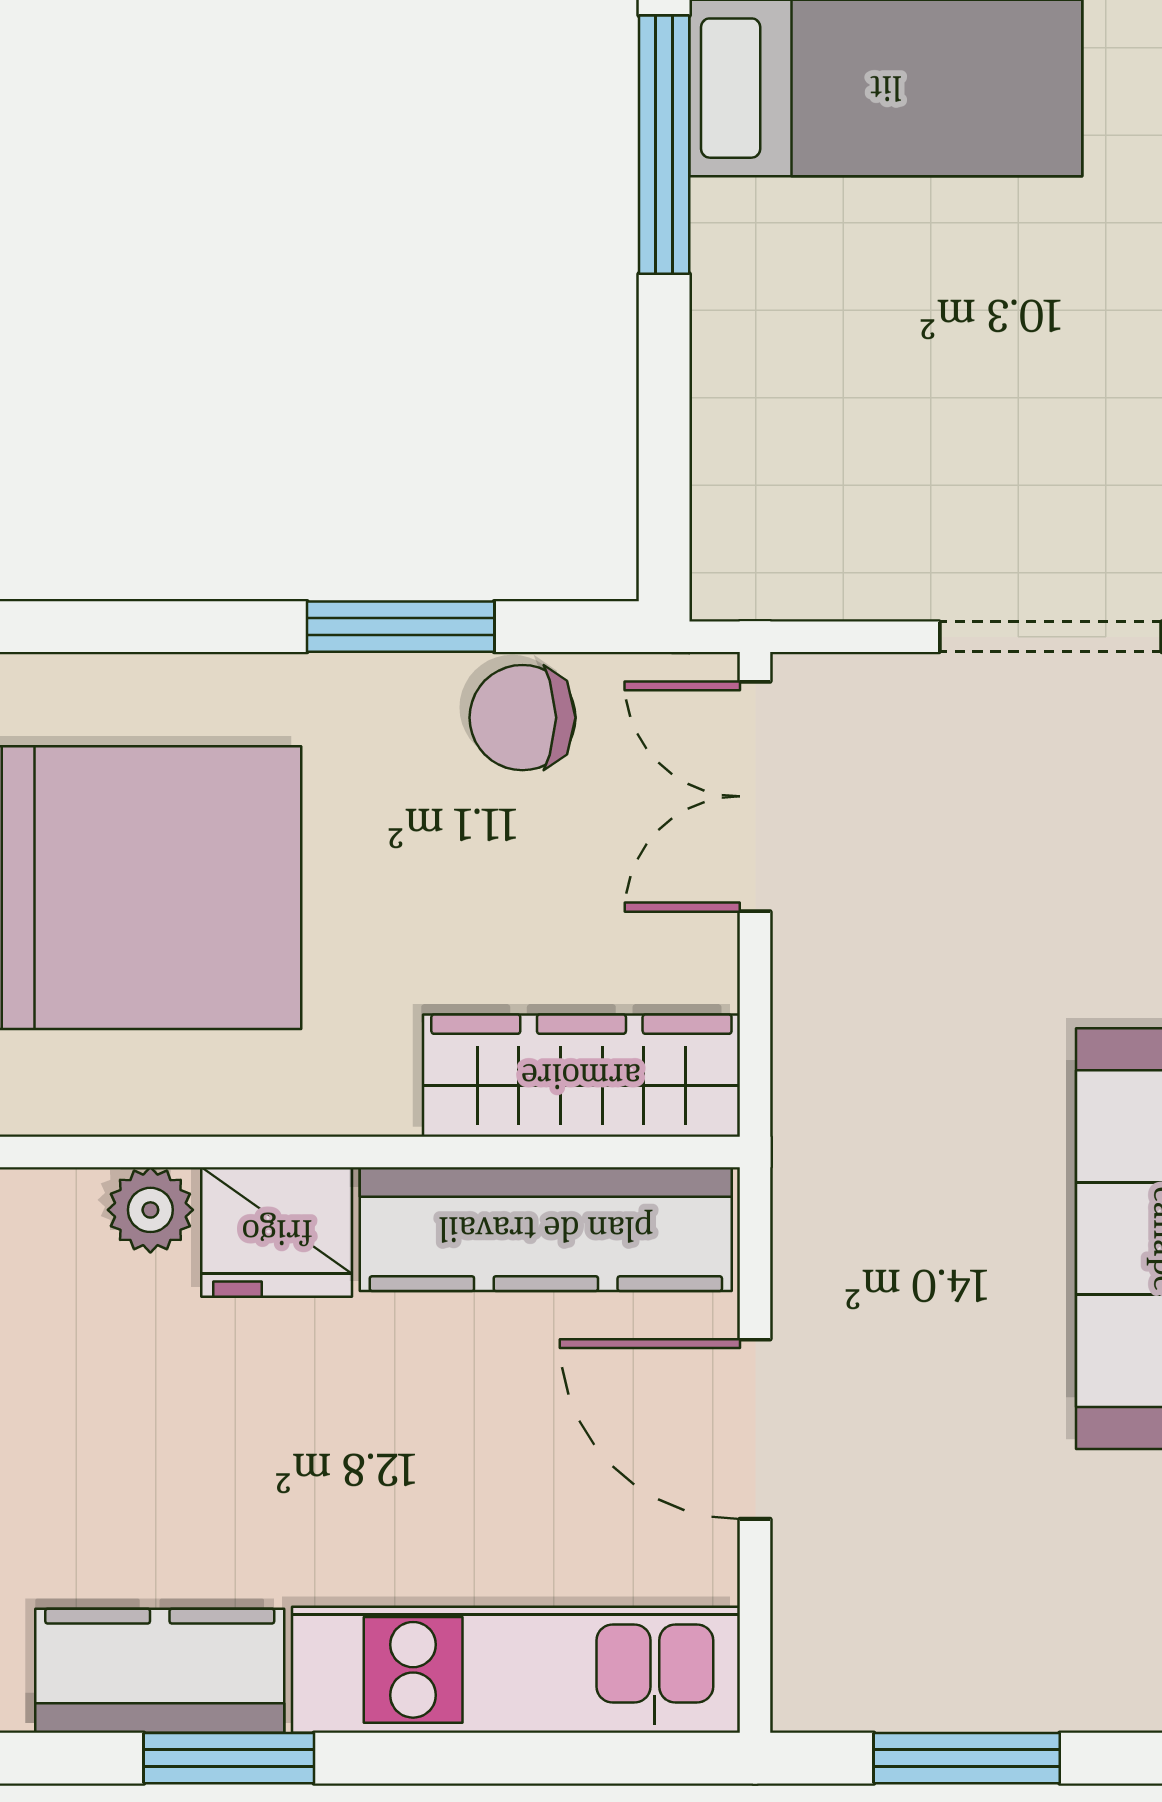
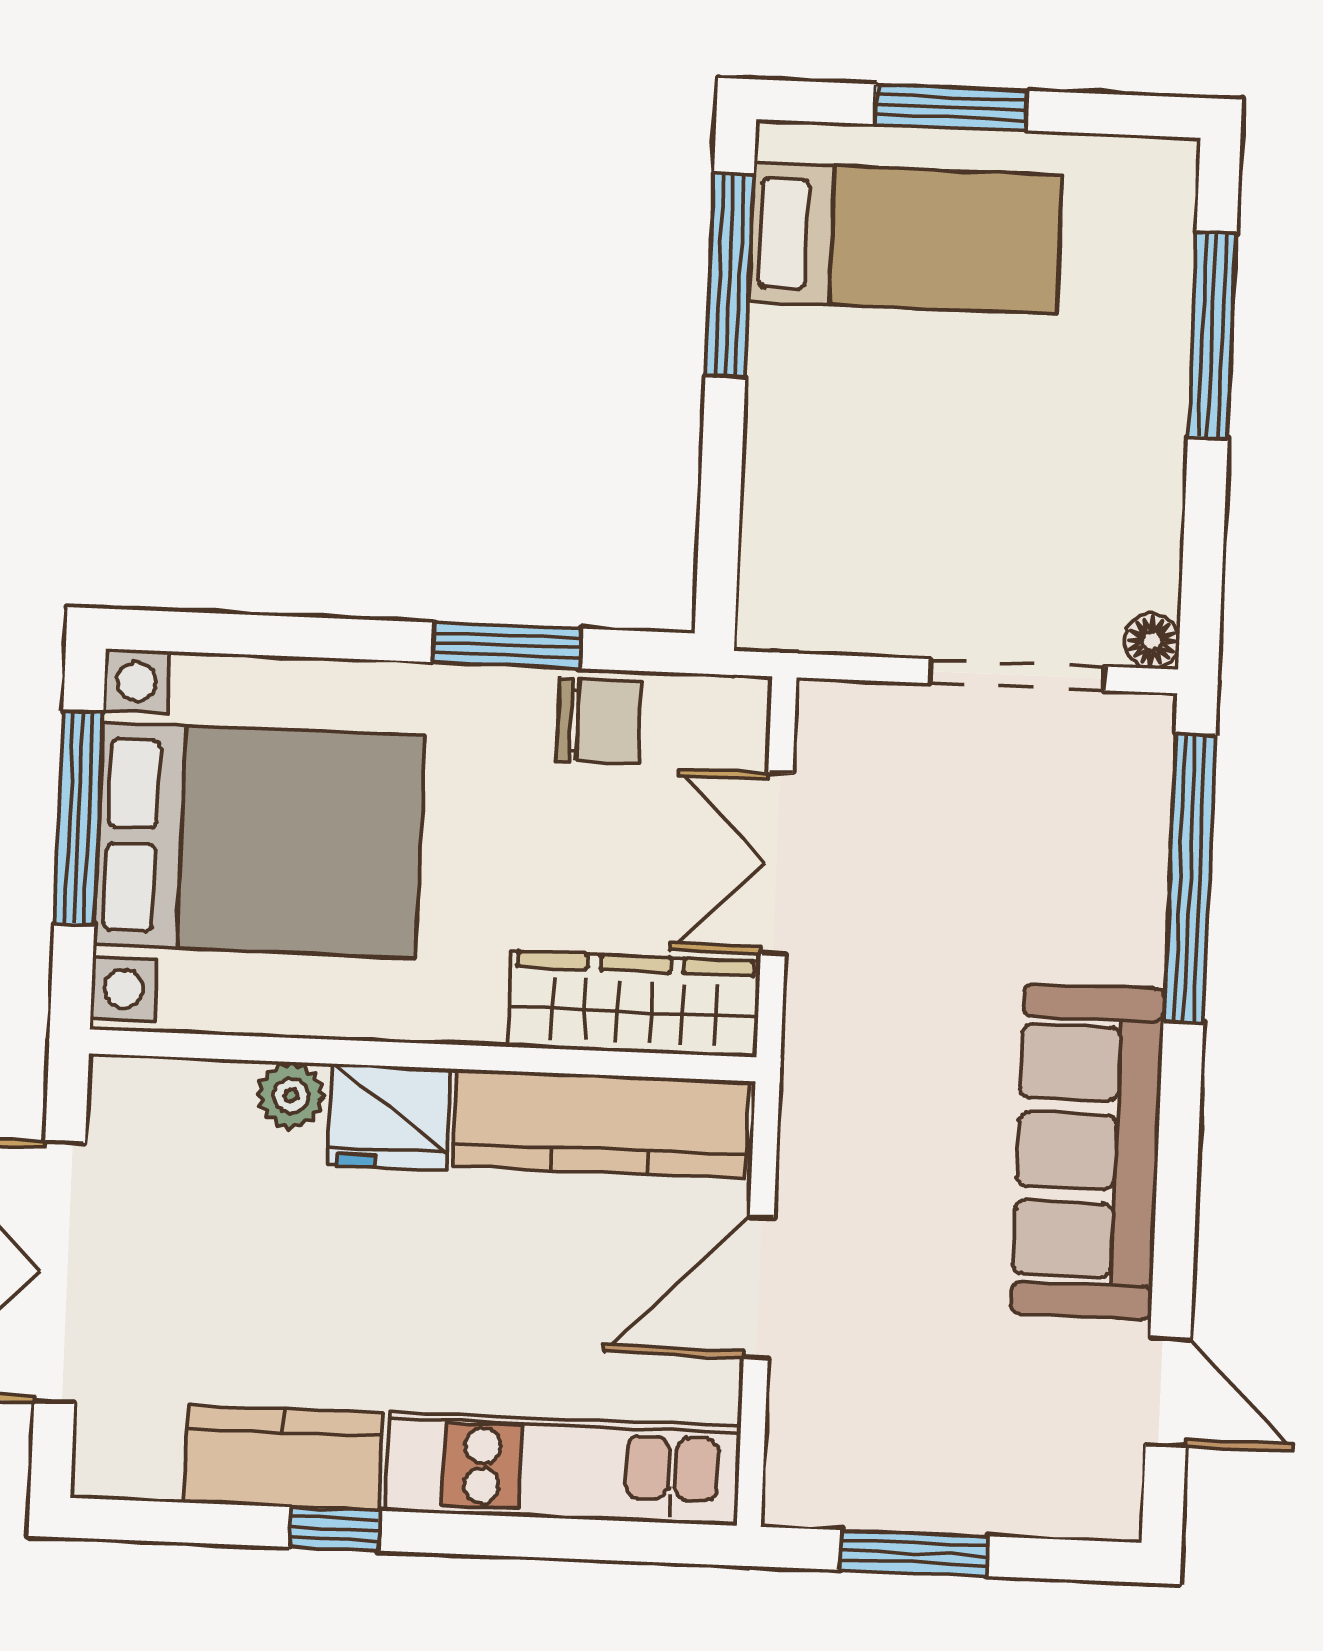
chair: (522, 718) -> (599, 721), turned 180
double door: (755, 796) -> (777, 864), moved
door: (755, 1429) -> (759, 1288), hinge flipped
window: (229, 1758) -> (335, 1529), width x0.67

